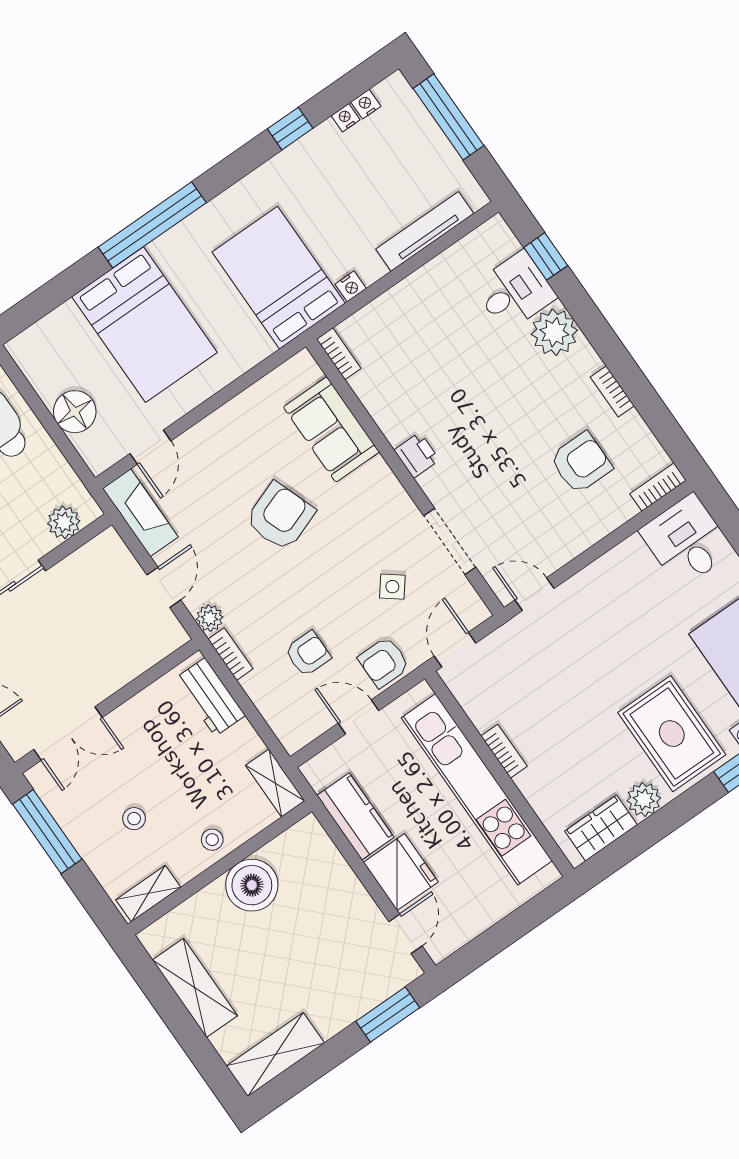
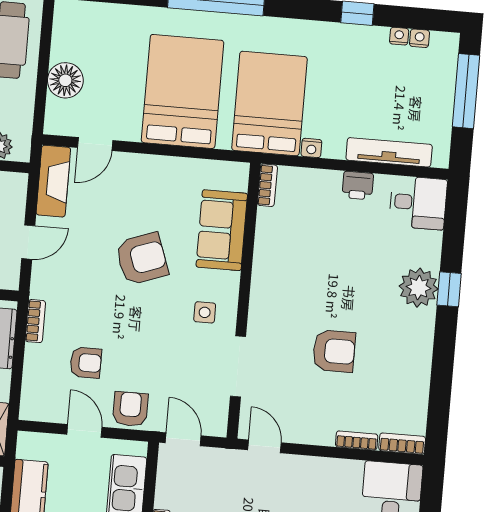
window: (546, 256) -> (449, 289), moved
desk: (515, 291) -> (418, 203), moved
bed: (145, 325) -> (183, 91), moved, turned 180
bookcase: (612, 391) -> (357, 440), moved, turned 90
printer: (417, 455) -> (358, 185), moved, turned 90
armchair: (581, 463) -> (334, 351), moved
side table: (392, 587) -> (205, 312), moved, turned -38
plant: (210, 618) -> (41, 287), removed
door: (455, 650) -> (183, 439), hinge flipped
armchair: (384, 662) -> (130, 409), turned 90

